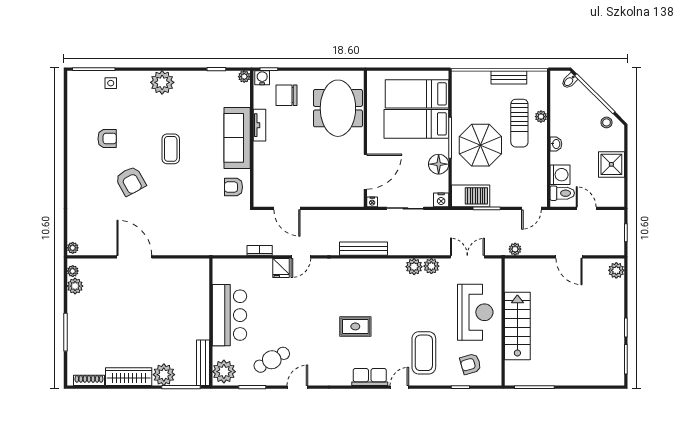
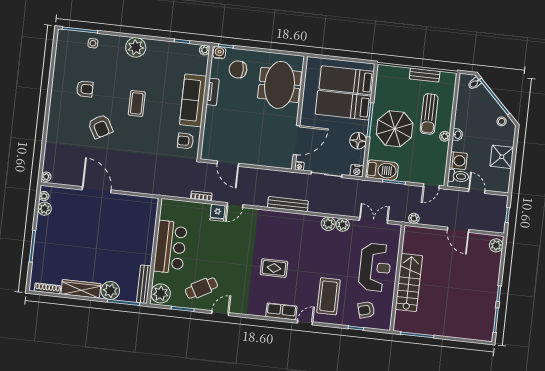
plant: (541, 117) -> (445, 136), moved

